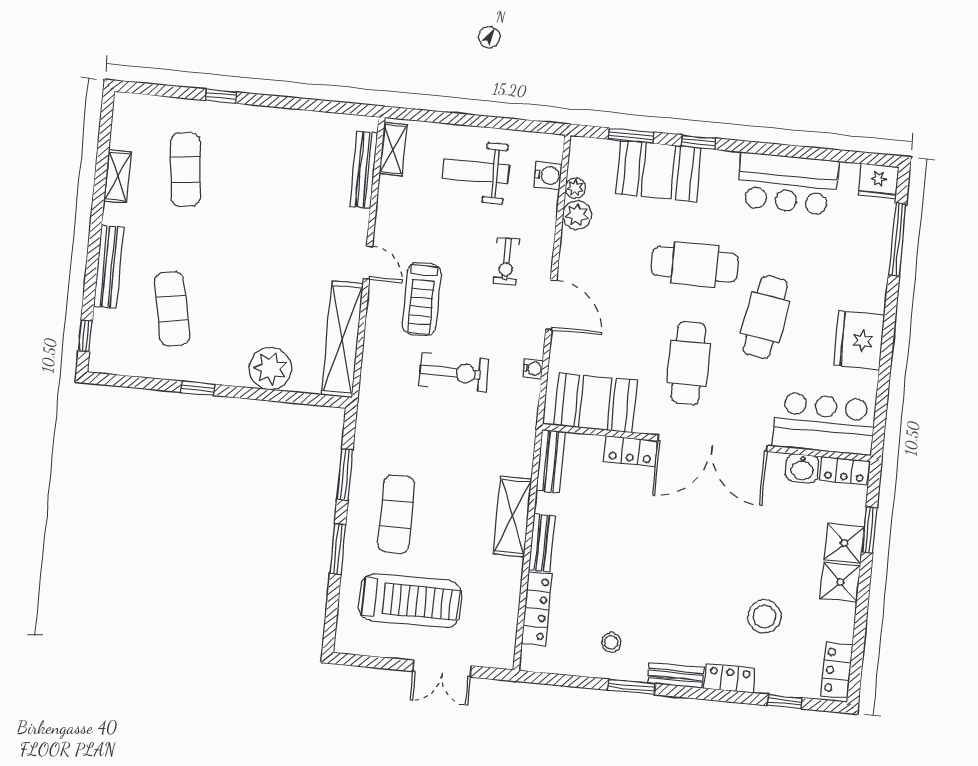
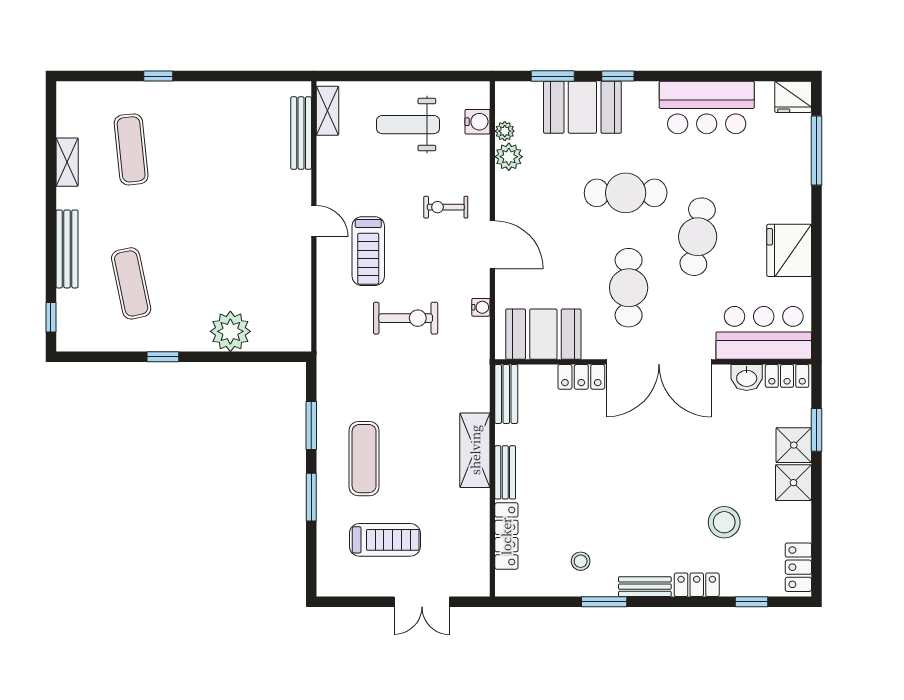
exercise bike: (507, 261) -> (446, 207), turned 90
shelving: (342, 339) -> (296, 297), removed
treadmill: (410, 601) -> (385, 540), width x0.73, depth x0.73

